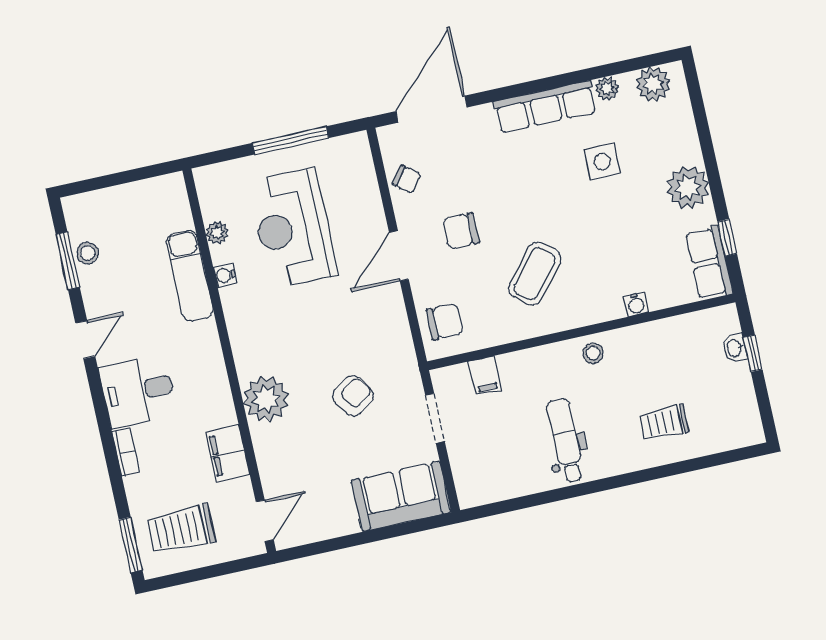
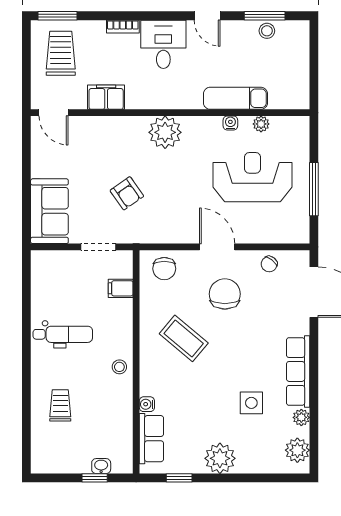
chair: (461, 231) -> (225, 294), width x1.37, depth x1.37
row of seats: (709, 263) -> (151, 439), moved, turned 90
plant: (266, 399) -> (165, 132), moved

